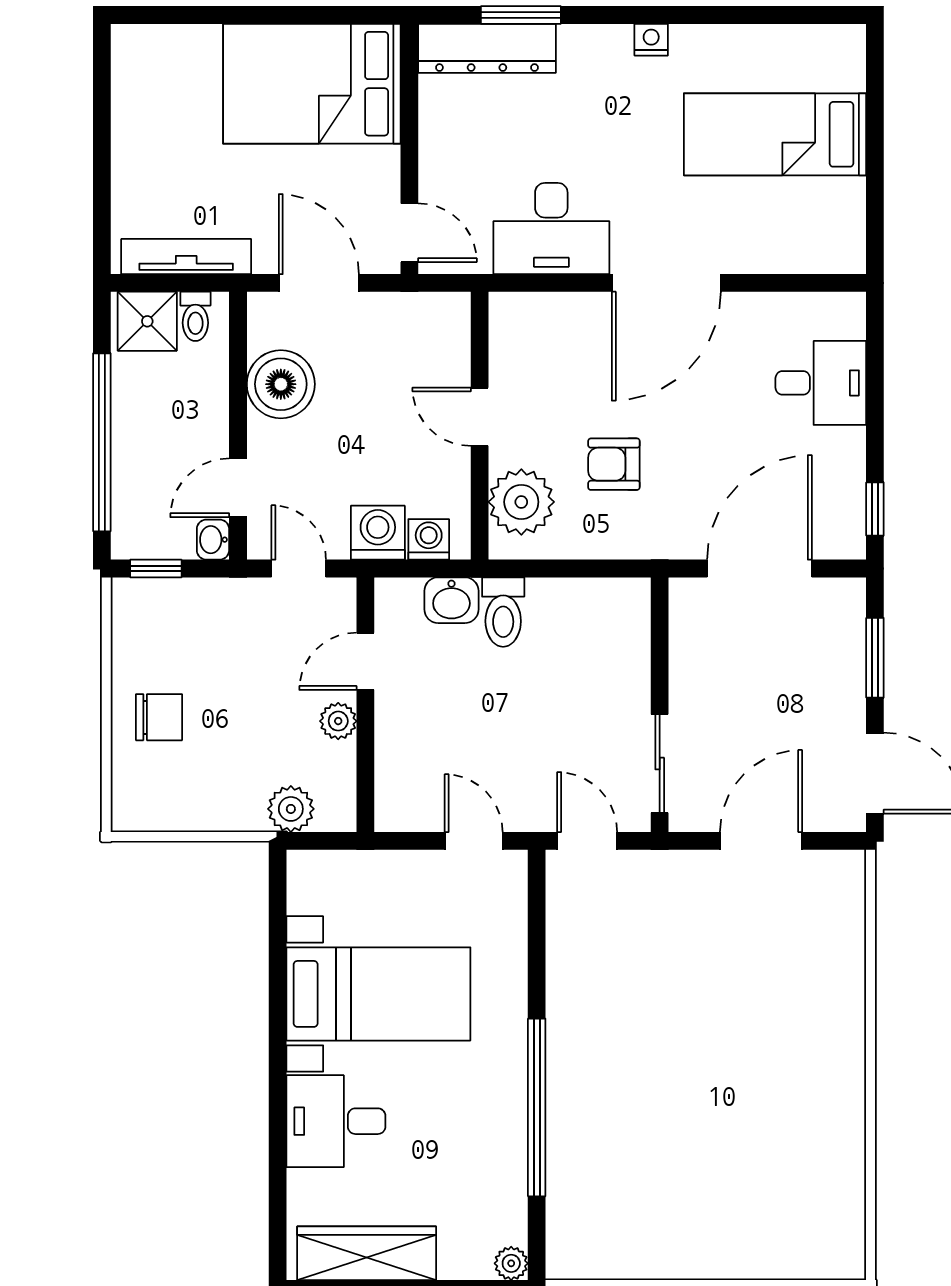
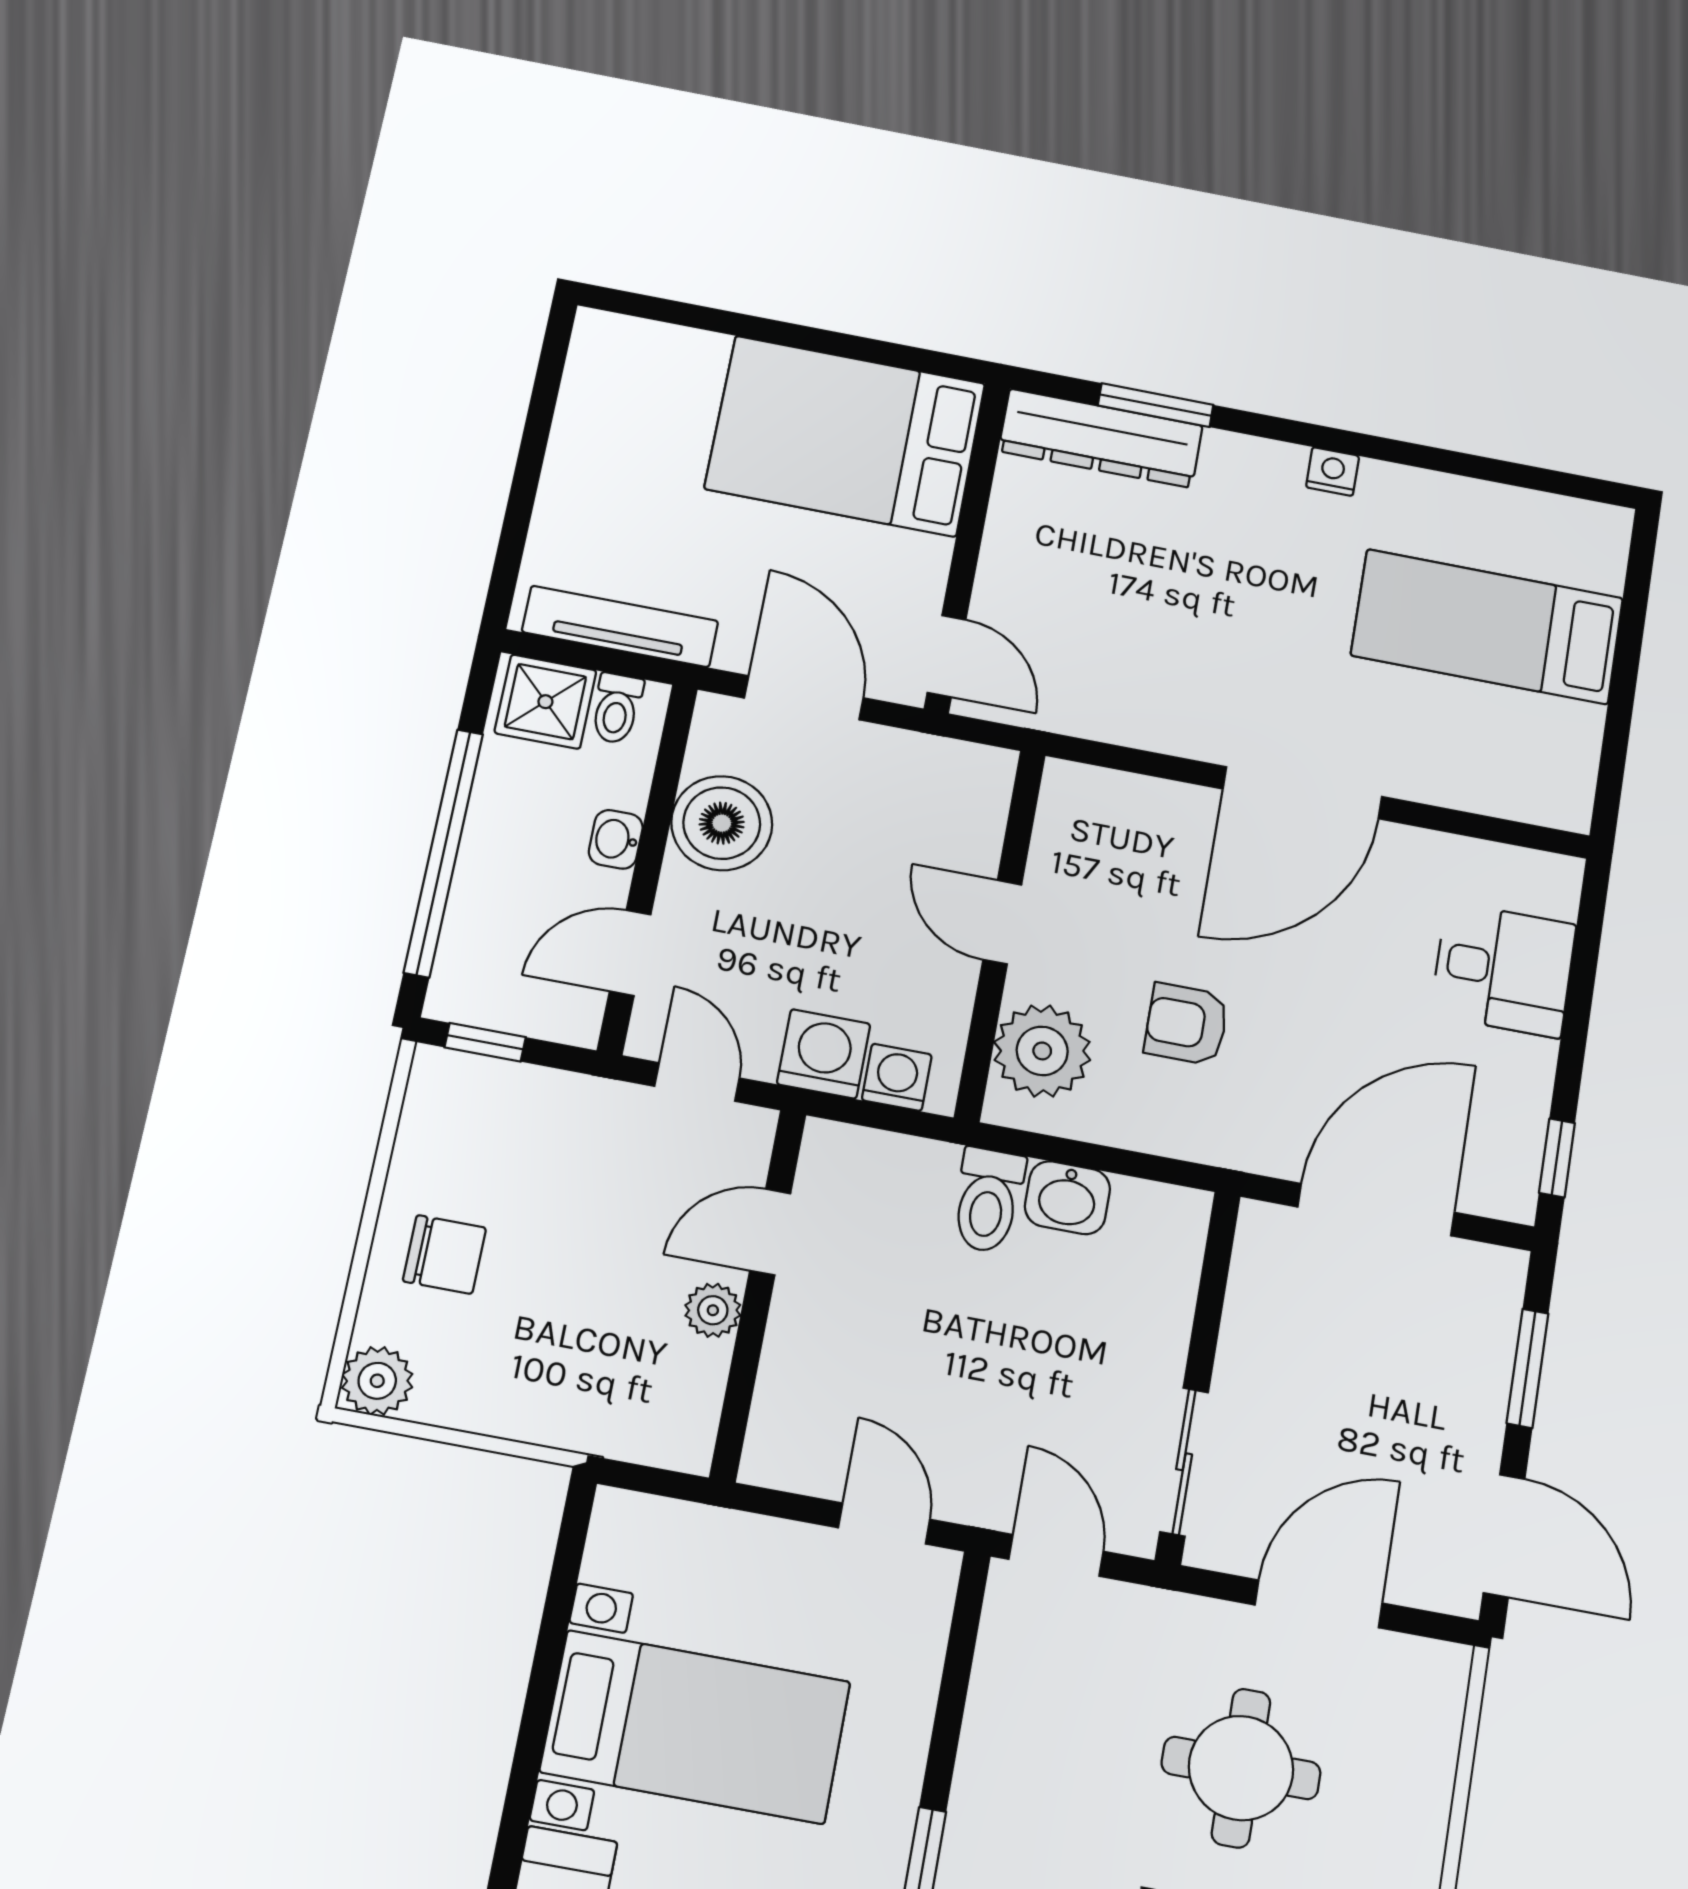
desk: (551, 229) -> (1150, 689), removed
washbasin: (213, 540) -> (616, 839), moved
washbasin: (451, 600) -> (1067, 1198), moved
plant: (291, 809) -> (377, 1381), moved
round table: (727, 956) -> (1241, 1768), added

